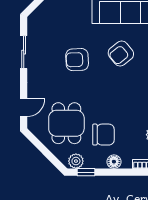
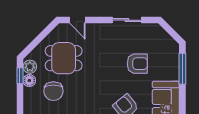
armchair: (77, 60) -> (137, 64), moved, turned 92
floor lamp: (114, 162) -> (29, 81), moved

